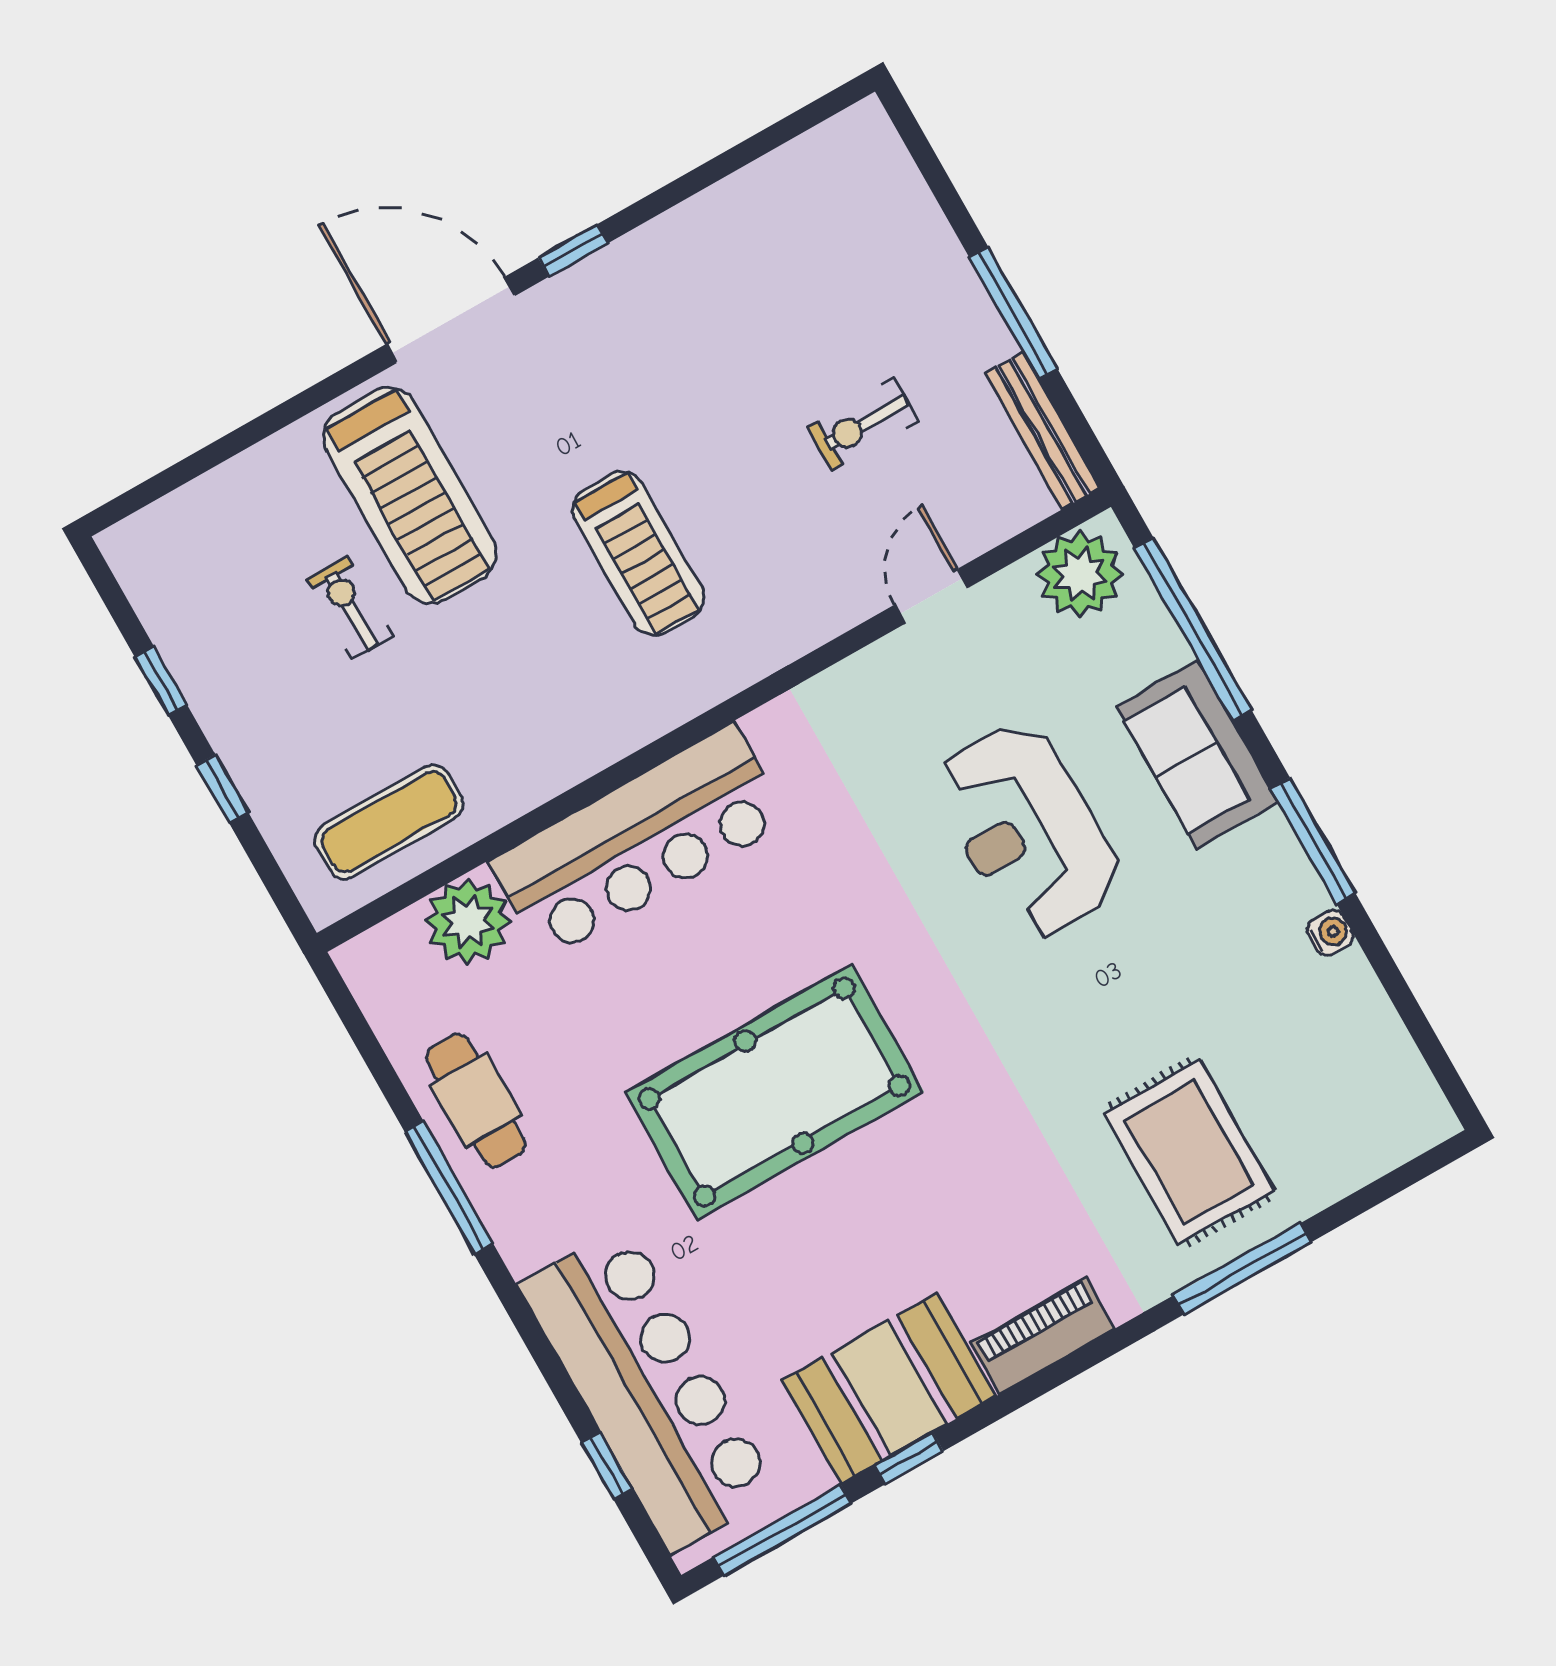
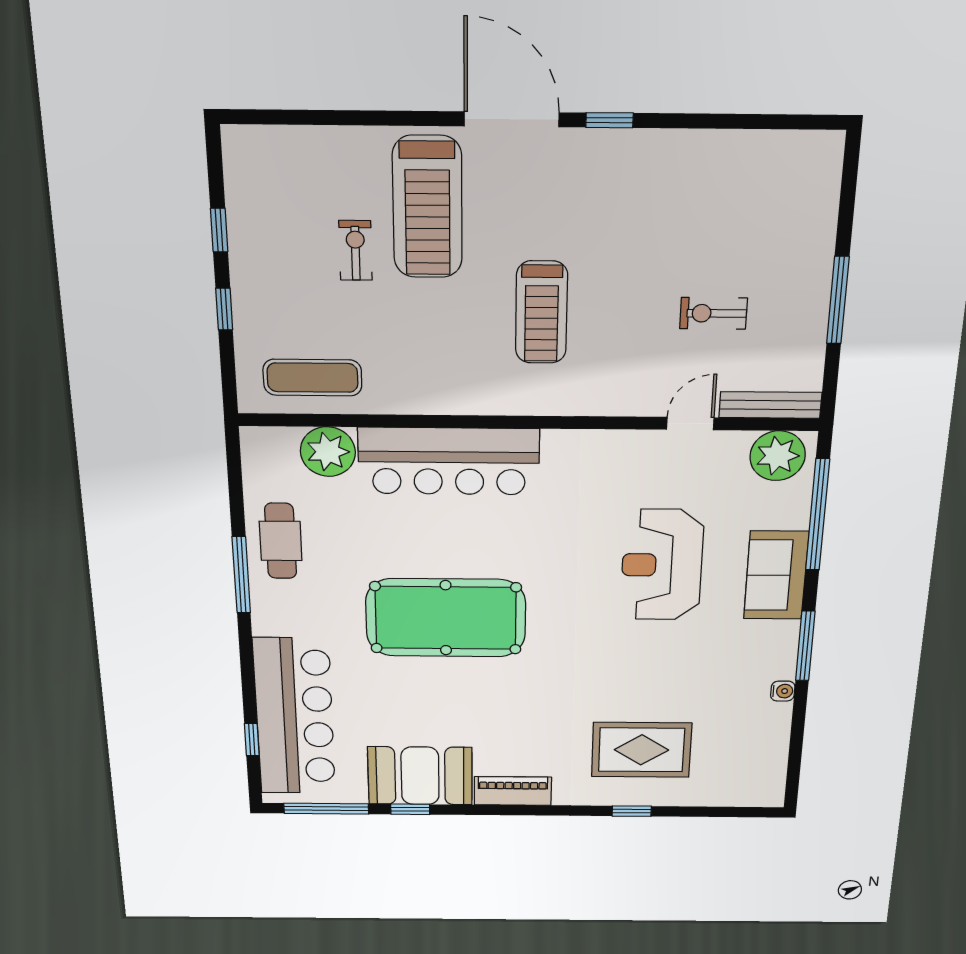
bench: (1043, 431) -> (770, 405), moved, turned 90
rug: (1189, 1152) -> (641, 750), turned 90
window: (1242, 1269) -> (632, 811), width x0.46

